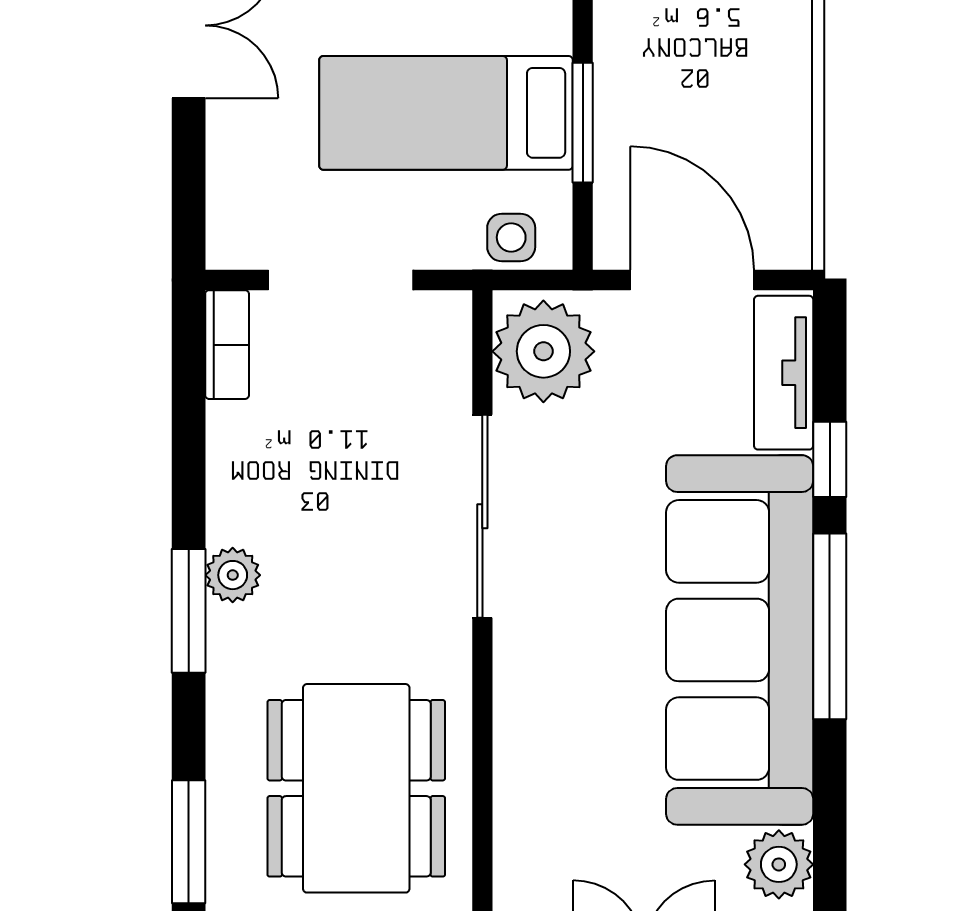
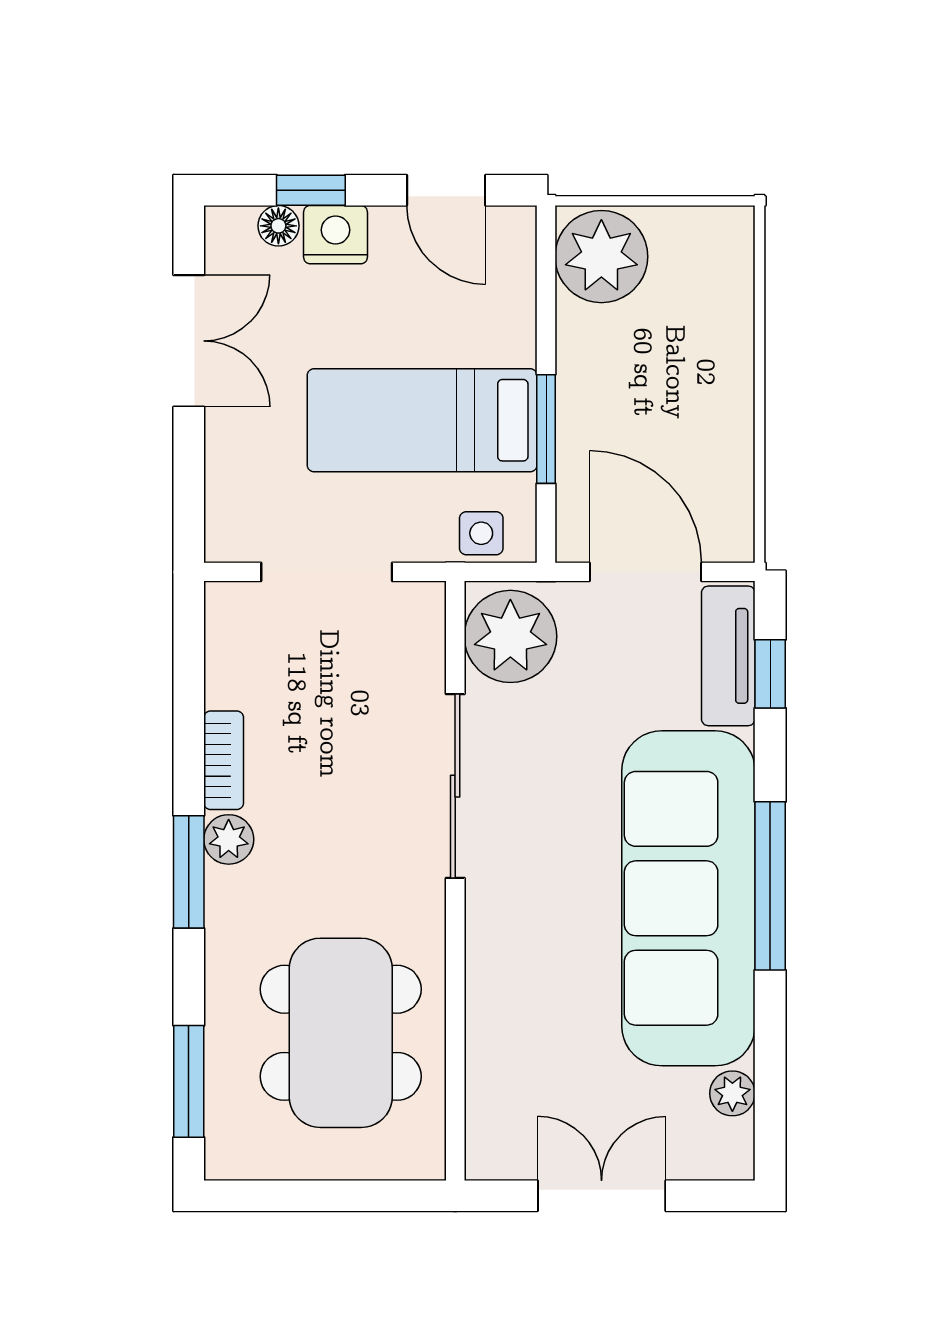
bookcase: (227, 345) -> (224, 760), moved
window: (830, 459) -> (770, 674), moved
plant: (779, 864) -> (732, 1093), width x0.73, depth x0.73

